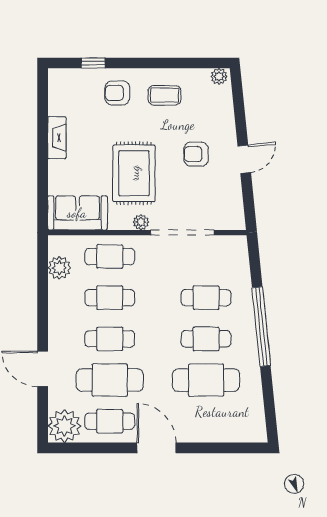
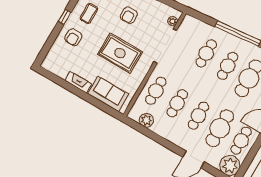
window: (93, 63) -> (65, 17), moved
sofa: (77, 213) -> (108, 94), moved, turned 90
plant: (141, 222) -> (173, 21), moved

